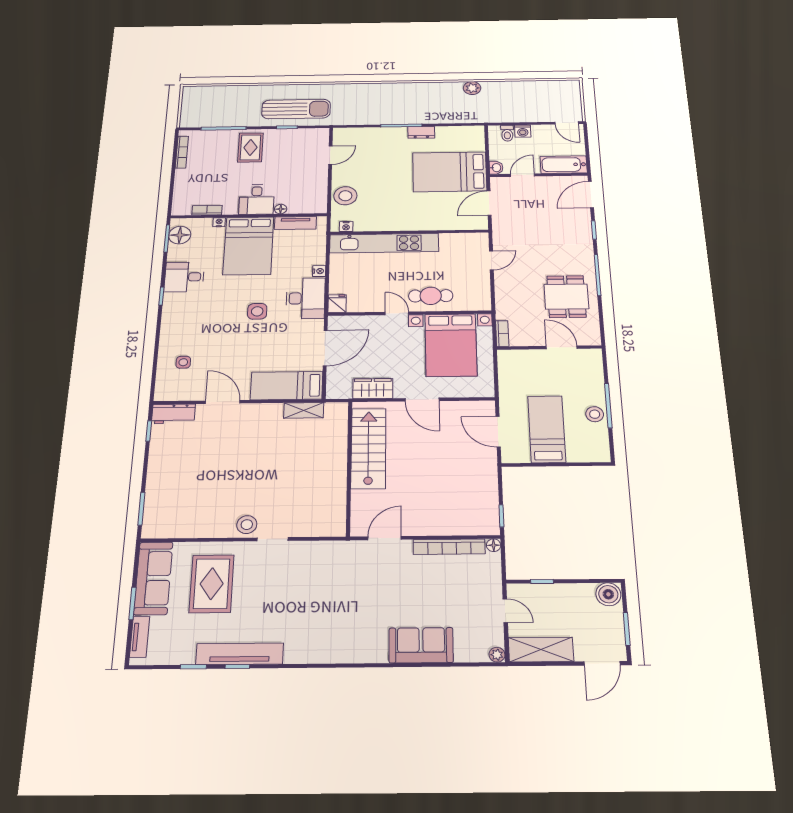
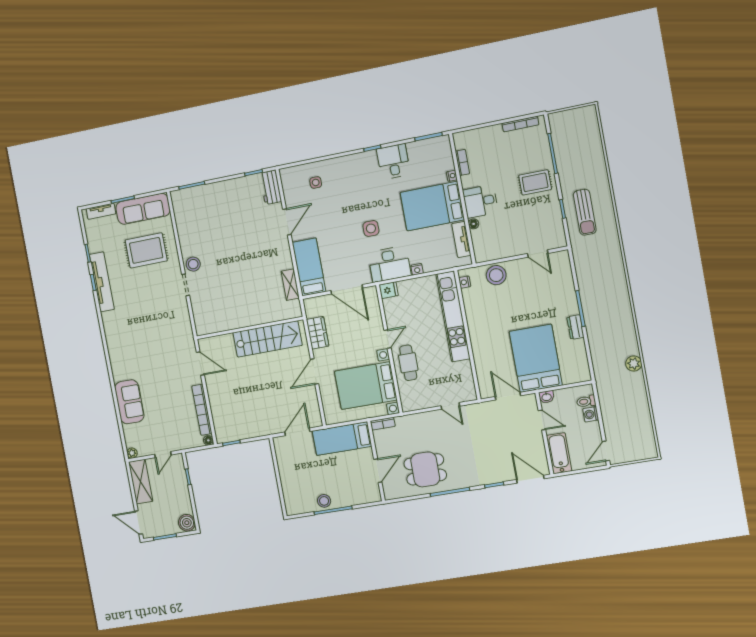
sun lounger: (296, 109) -> (585, 212), width x0.73, depth x0.75
floor lamp: (180, 235) -> (434, 147), removed
bed: (547, 429) -> (342, 439), moved, turned 180

